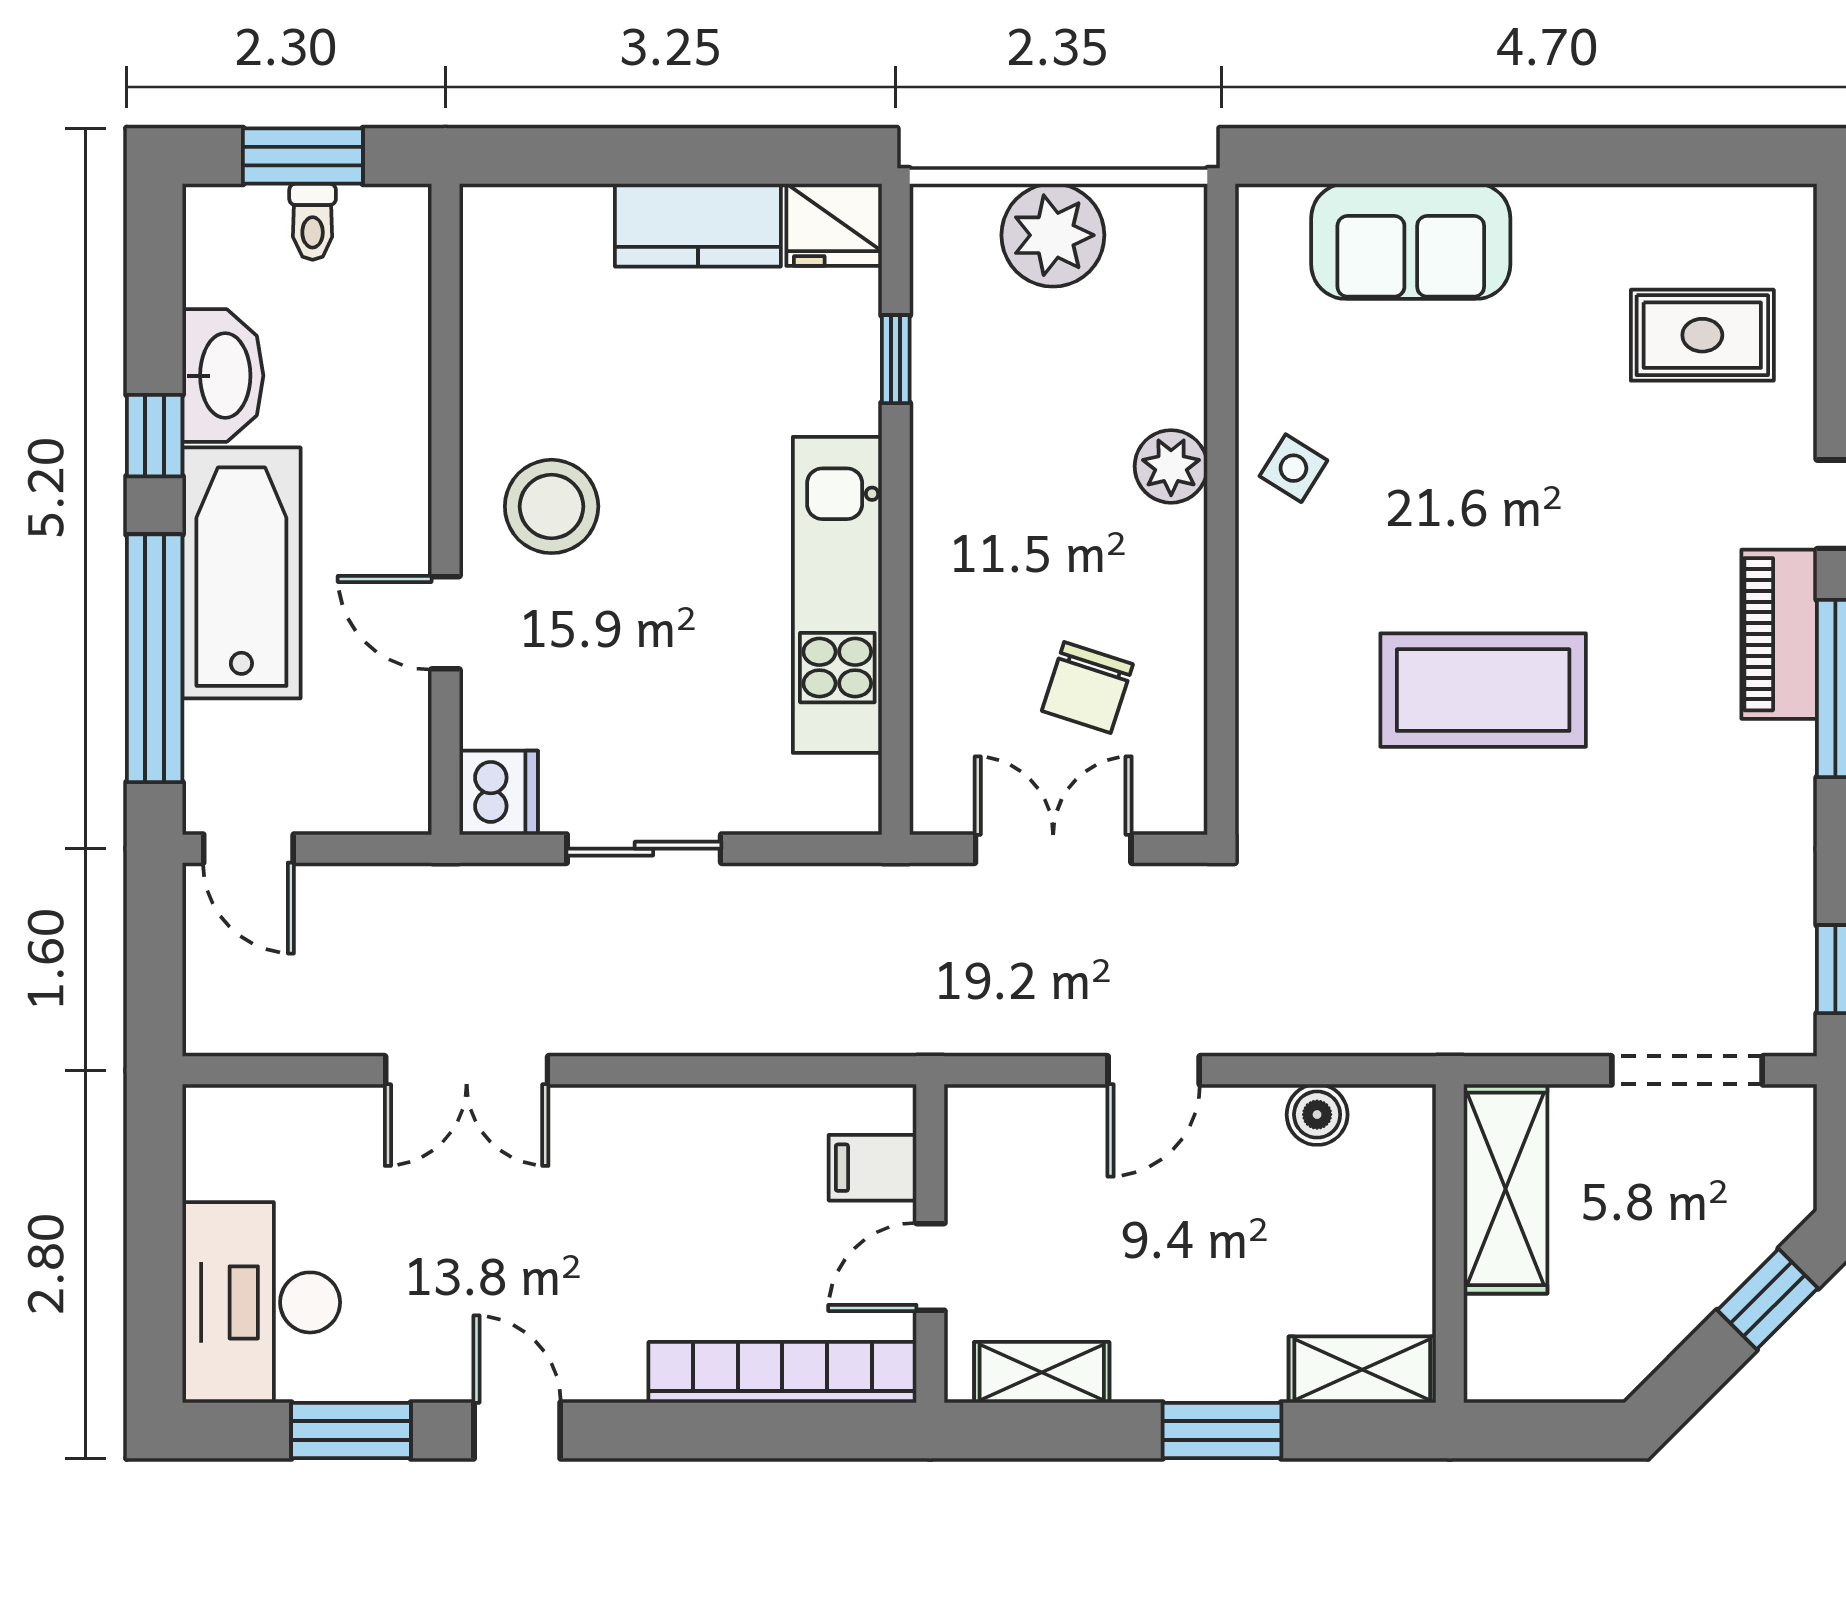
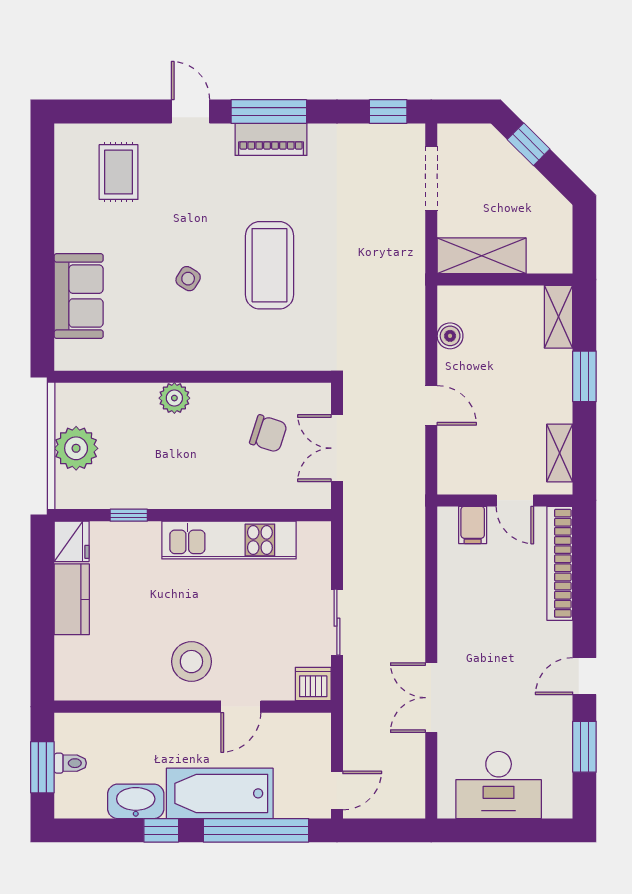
side table: (1293, 468) -> (188, 279), moved
piano: (1779, 634) -> (271, 139), moved
double door: (467, 1070) -> (431, 698), swing flipped
desk: (261, 1302) -> (499, 785), moved

